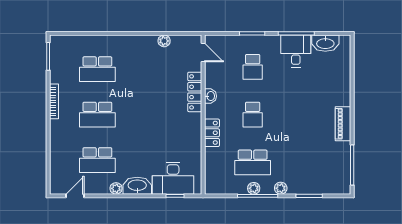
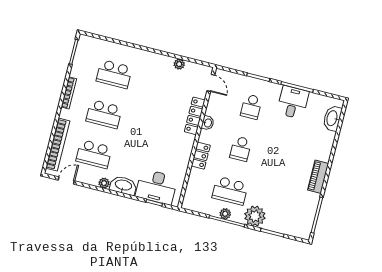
washbasin: (325, 43) -> (332, 118), moved, turned 90
bookcase: (56, 160) -> (58, 145), added
plant: (281, 188) -> (255, 216), width x1.87, depth x1.87

